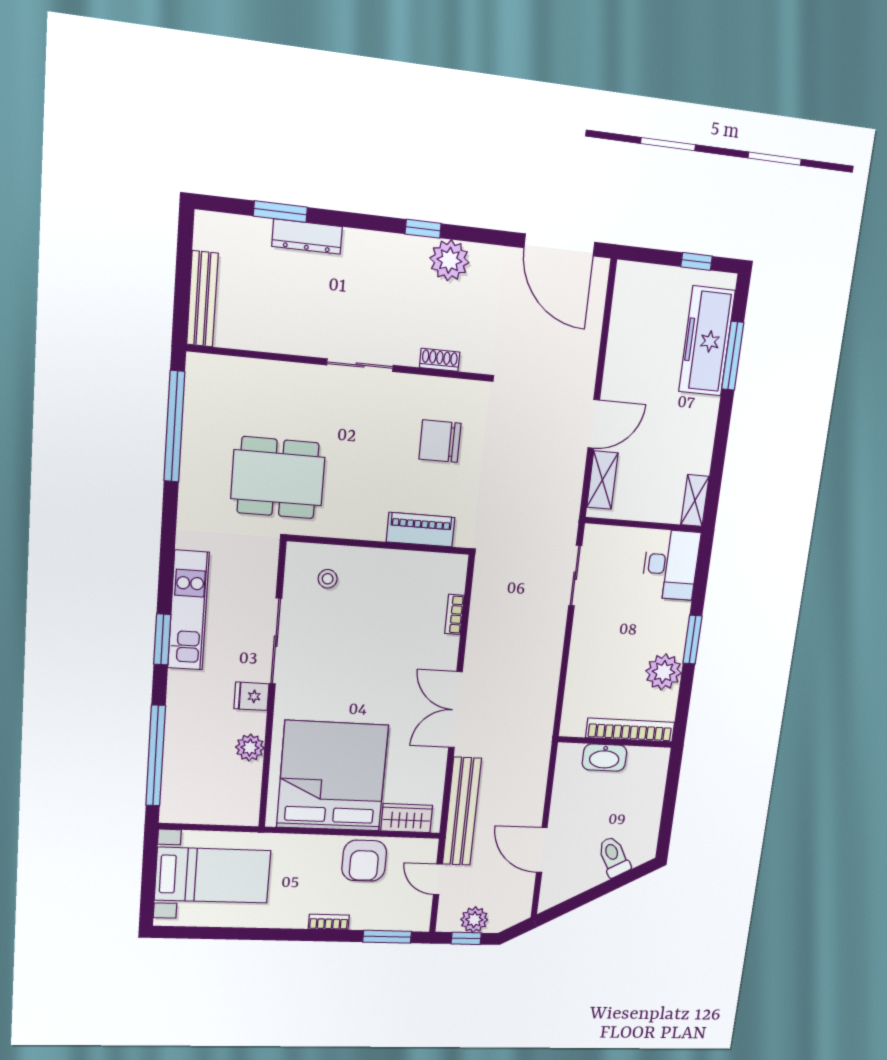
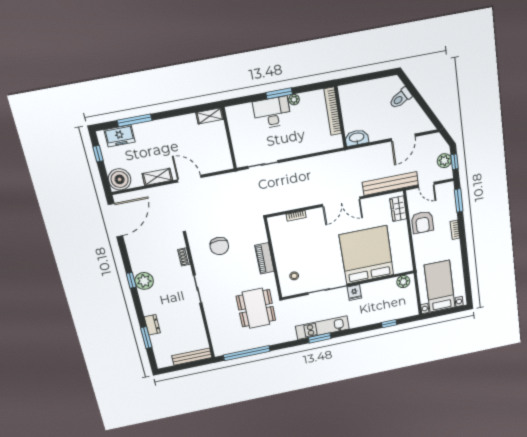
dresser: (307, 236) -> (152, 325), width x0.70
plant: (449, 260) -> (144, 281), moved
boiler: (636, 285) -> (120, 179), added
freezer: (707, 341) -> (120, 136), width x0.52, depth x0.79
shelving: (602, 480) -> (157, 177), moved
piano: (421, 530) -> (264, 258), moved
desk: (671, 565) -> (272, 113), moved
window: (162, 639) -> (320, 338), moved
plant: (664, 672) -> (294, 100), width x0.53, depth x0.53
plant: (250, 748) -> (403, 282), moved
window: (156, 756) -> (389, 324), width x0.32
washbasin: (604, 758) -> (357, 138), moved, turned -90
bed: (332, 776) -> (367, 255), moved, turned 90
armchair: (364, 861) -> (422, 222), turned 90
door: (438, 879) -> (426, 185), hinge flipped

